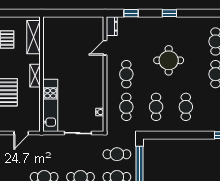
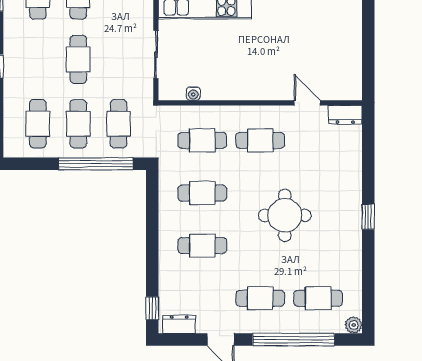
window: (131, 13) -> (368, 149), removed

